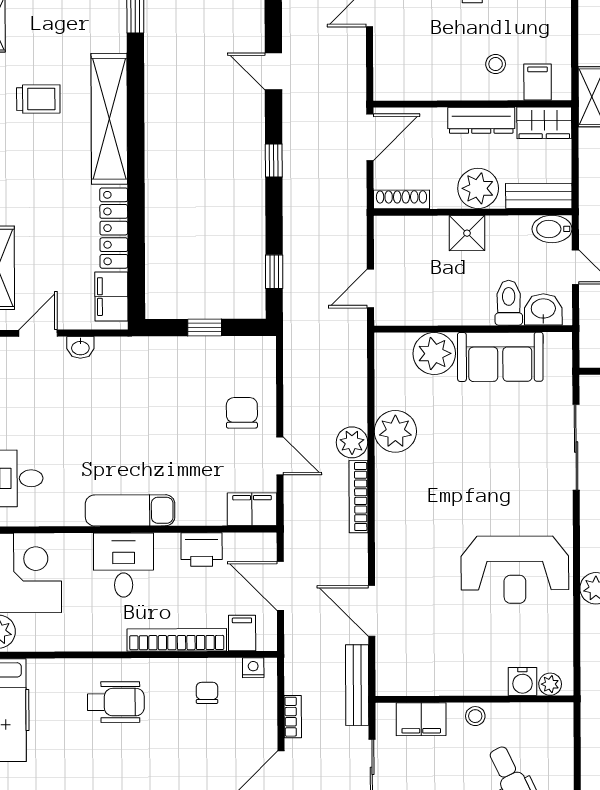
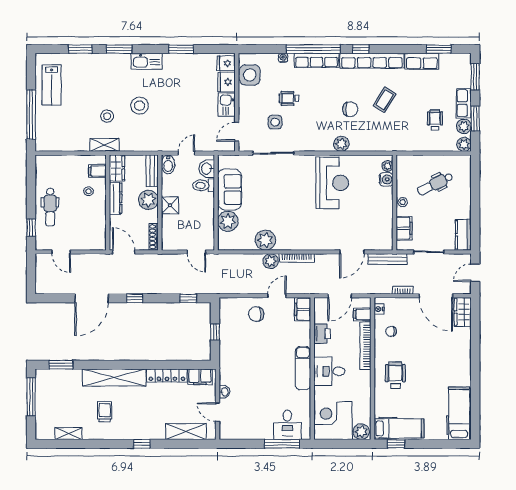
door: (273, 71) -> (92, 298), width x1.87

